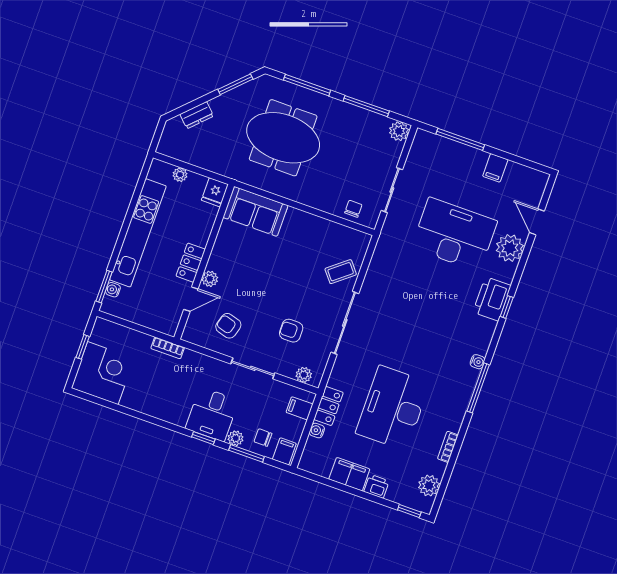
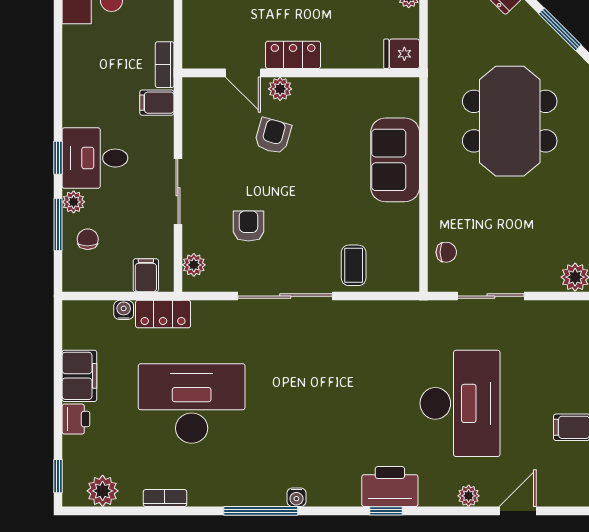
sofa: (256, 211) -> (395, 160), moved
plant: (510, 248) -> (469, 496), width x0.53, depth x0.53
coffee table: (341, 272) -> (354, 265), turned 39
armchair: (228, 326) -> (273, 136), moved
filing cabinet: (284, 451) -> (157, 103), moved, turned 180

